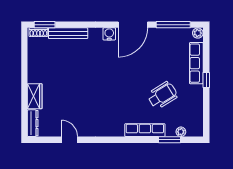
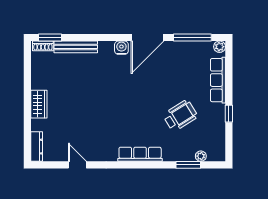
window: (206, 80) -> (229, 114), moved
wardrobe: (35, 96) -> (39, 104), moved
row of seats: (145, 130) -> (140, 154), moved

